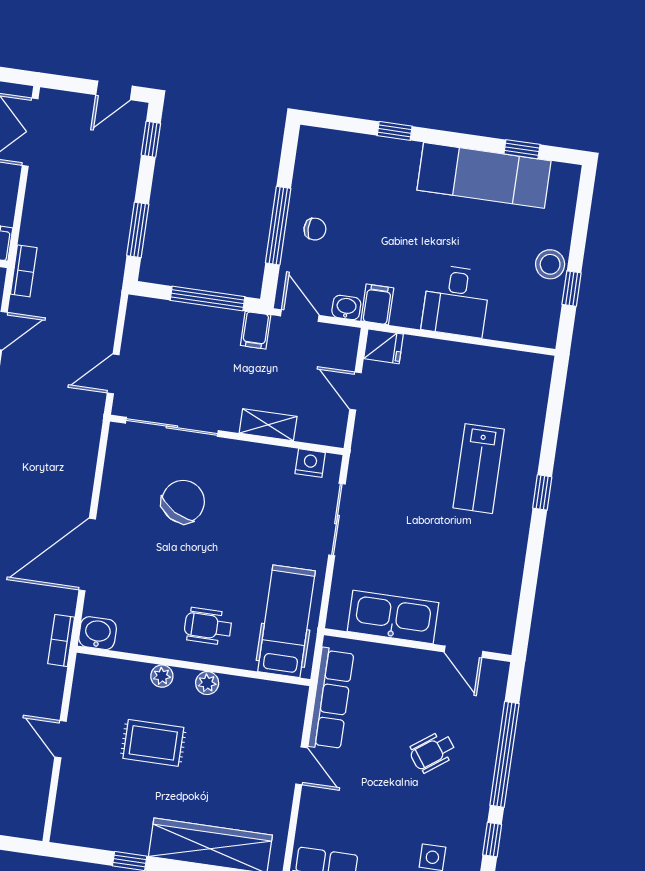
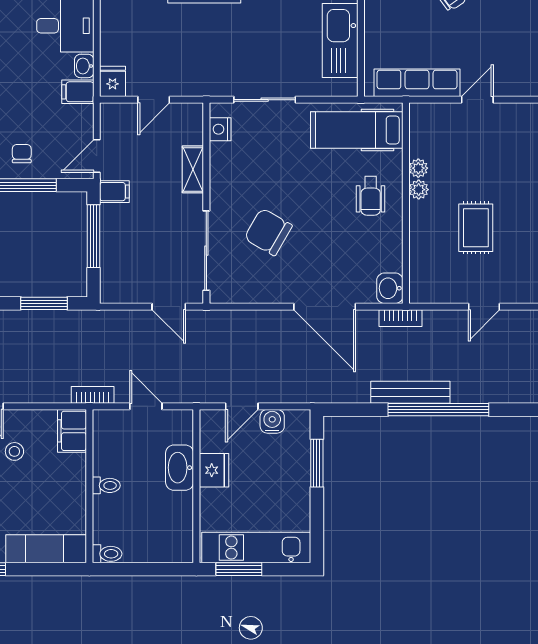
washbasin: (346, 307) -> (84, 66), moved
plant: (162, 676) -> (418, 168), moved

